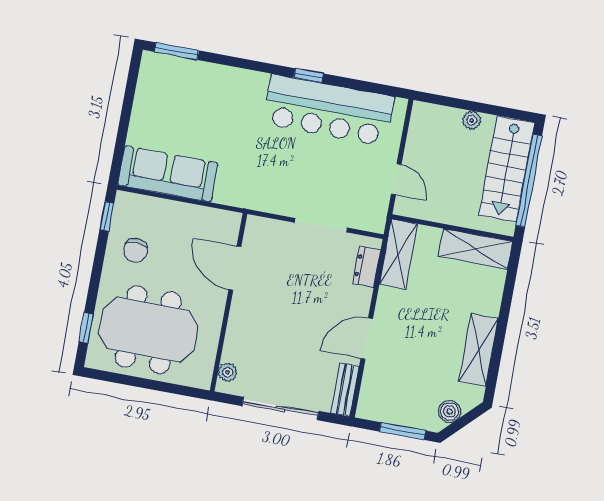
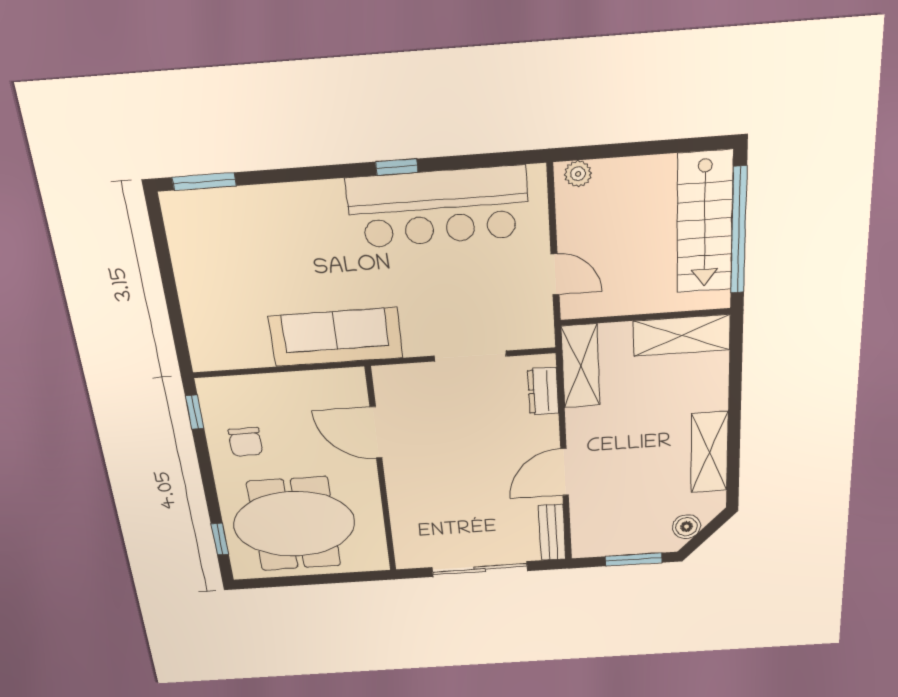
plant: (472, 120) -> (578, 174), moved
sofa: (168, 174) -> (336, 337), moved
plant: (228, 372) -> (405, 547), removed

